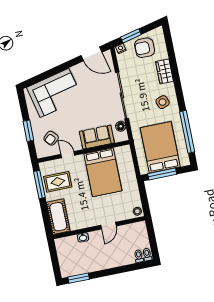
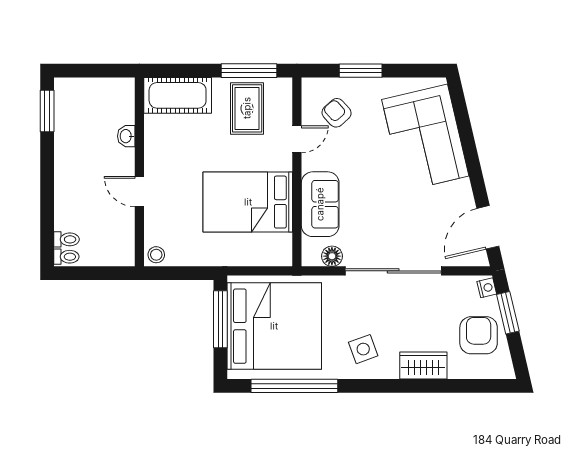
bed: (160, 147) -> (274, 326), width x1.36

